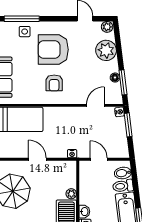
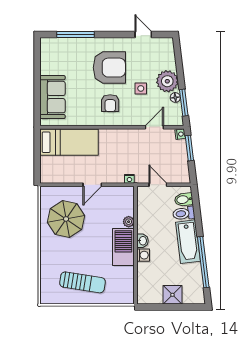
plant: (107, 27) -> (167, 43), removed
side table: (25, 32) -> (141, 88), moved
armchair: (53, 50) -> (109, 68), turned 180
plant: (106, 50) -> (167, 81), moved
door: (37, 159) -> (92, 185), swing flipped

